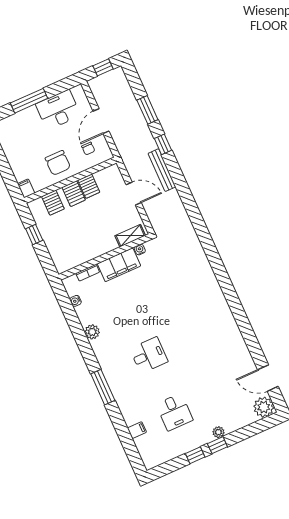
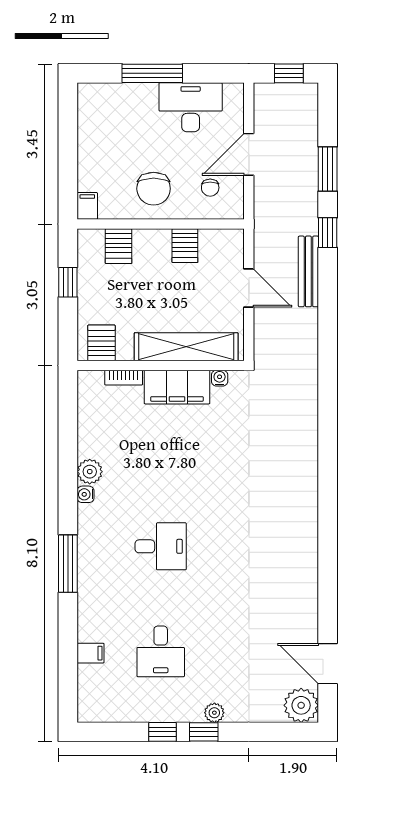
server rack: (74, 194) -> (101, 343), moved, turned 180
shelving: (130, 236) -> (186, 347), width x2.20, depth x1.33
water cooler: (76, 301) -> (86, 494), moved

